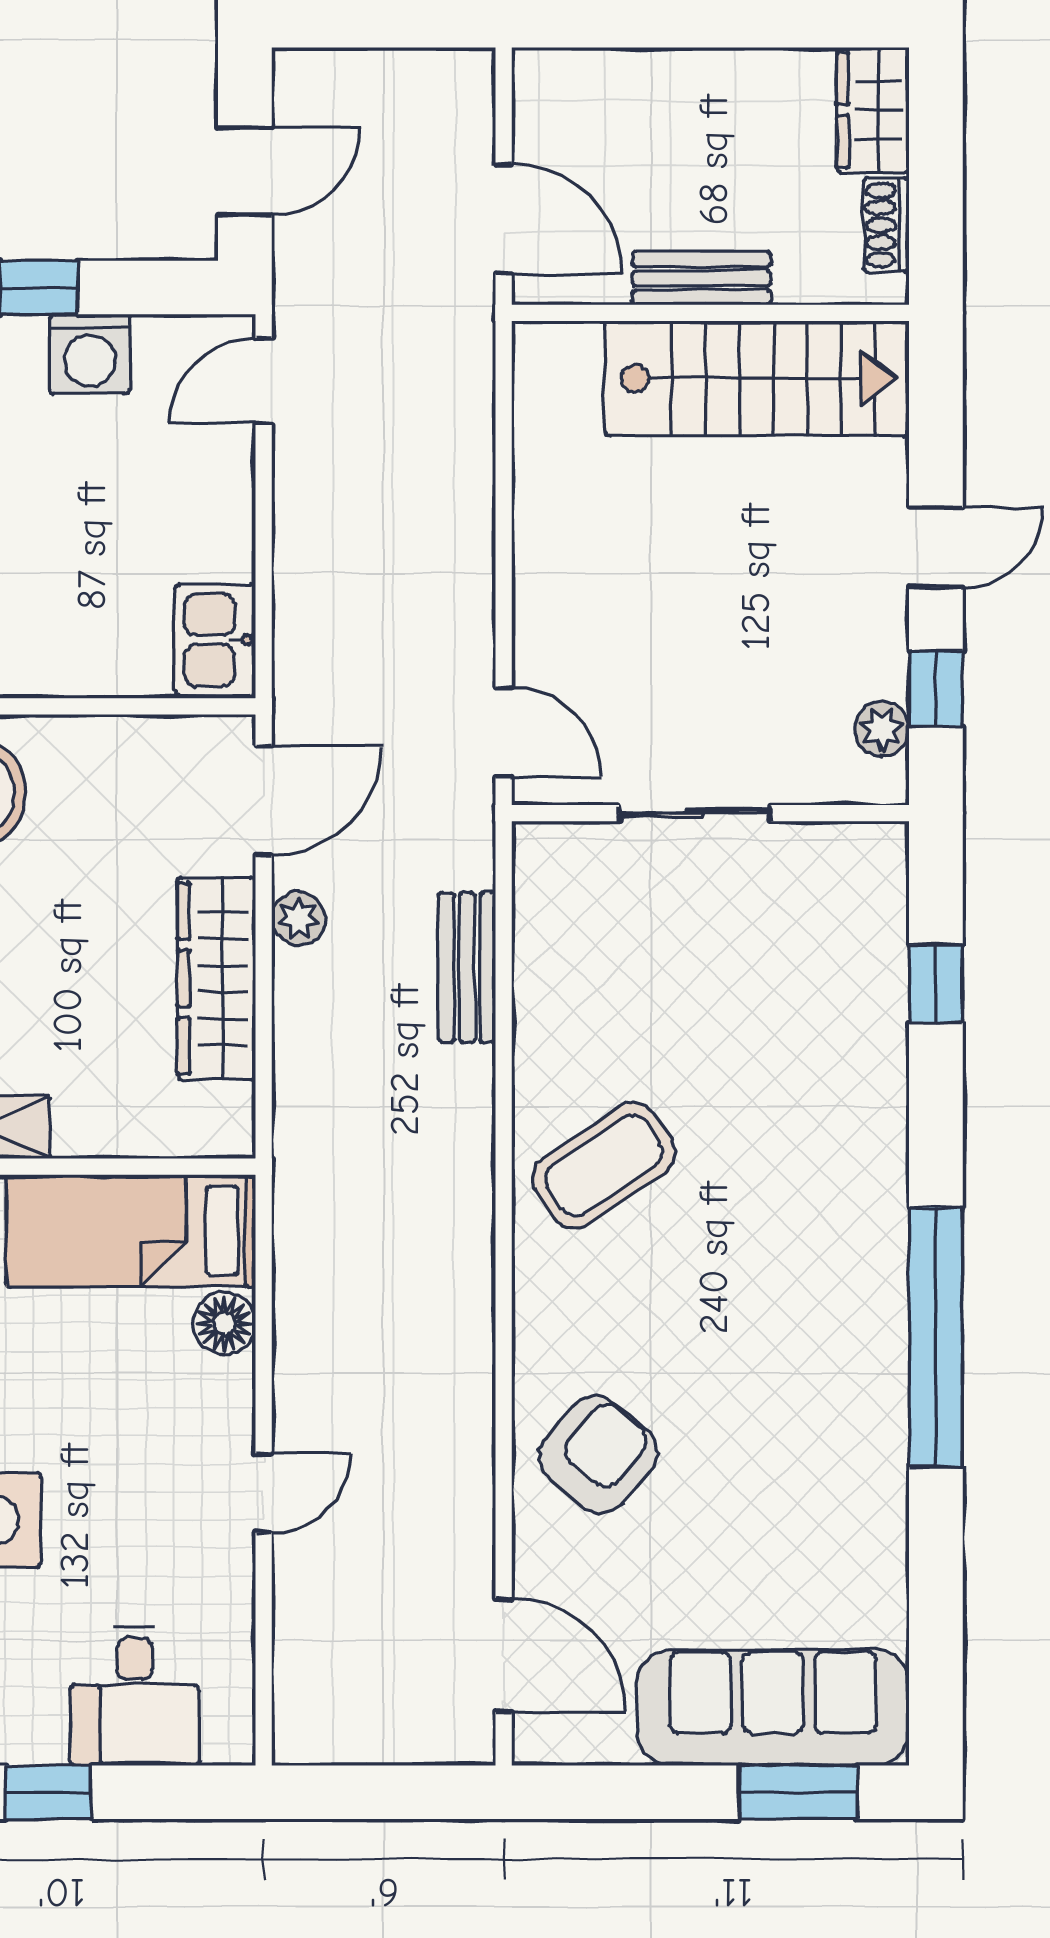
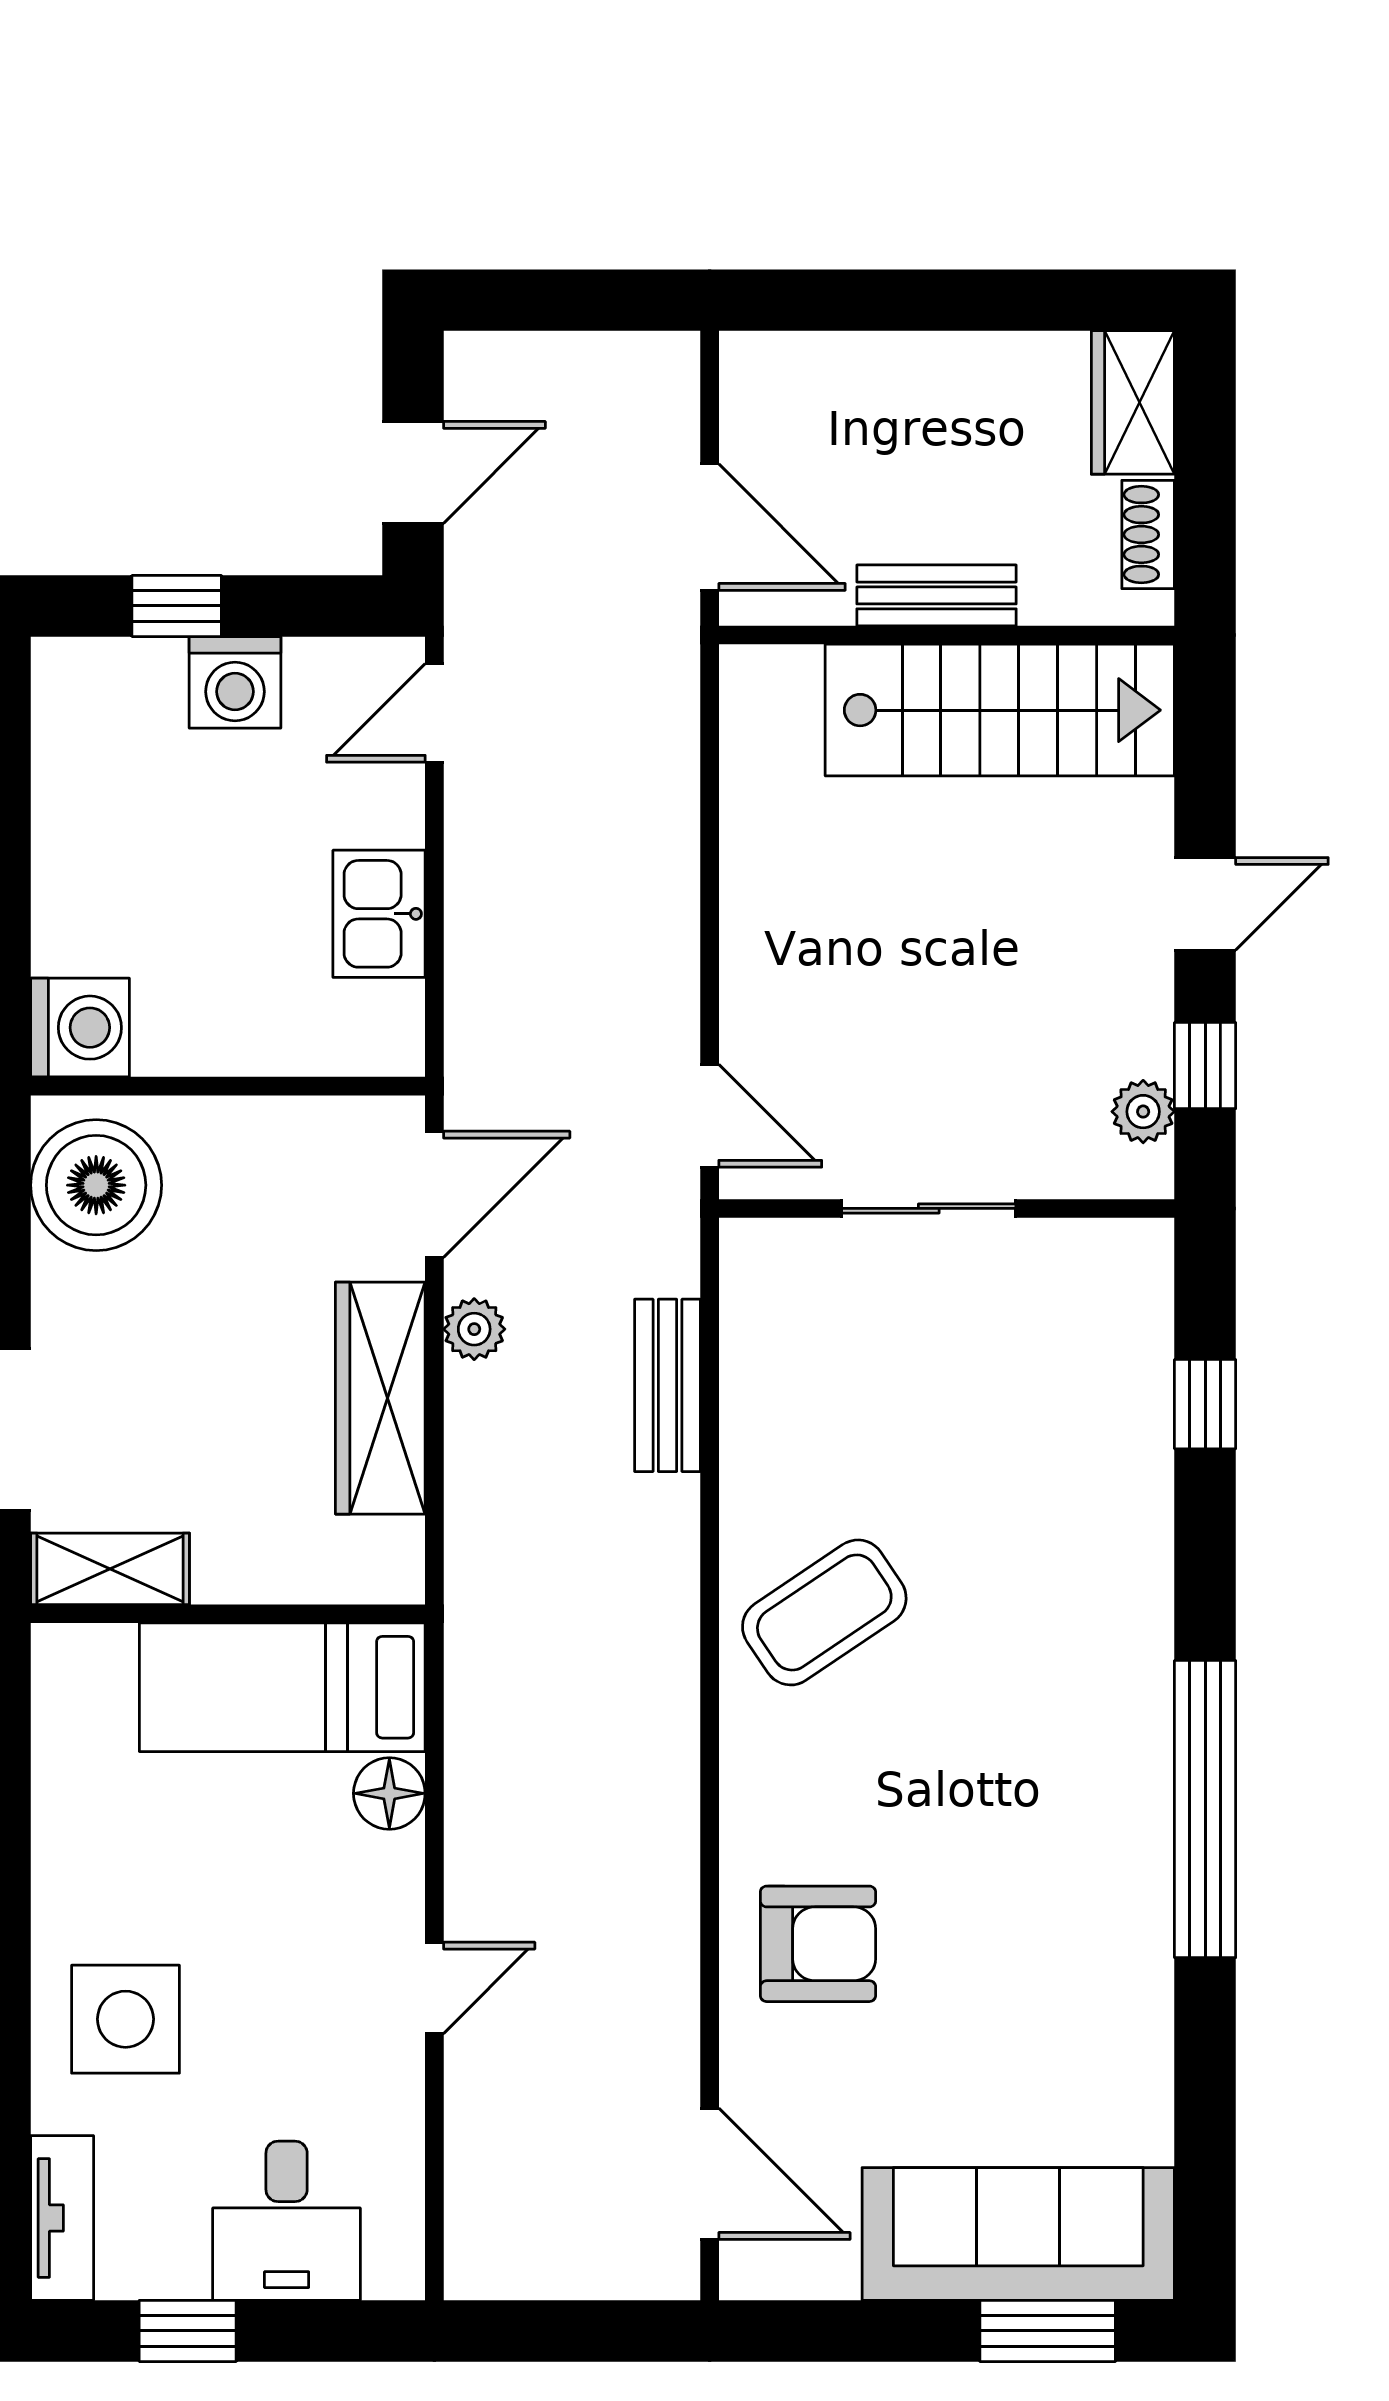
kitchen sink: (215, 640) -> (379, 914), moved
armchair: (598, 1455) -> (818, 1944), turned 50

